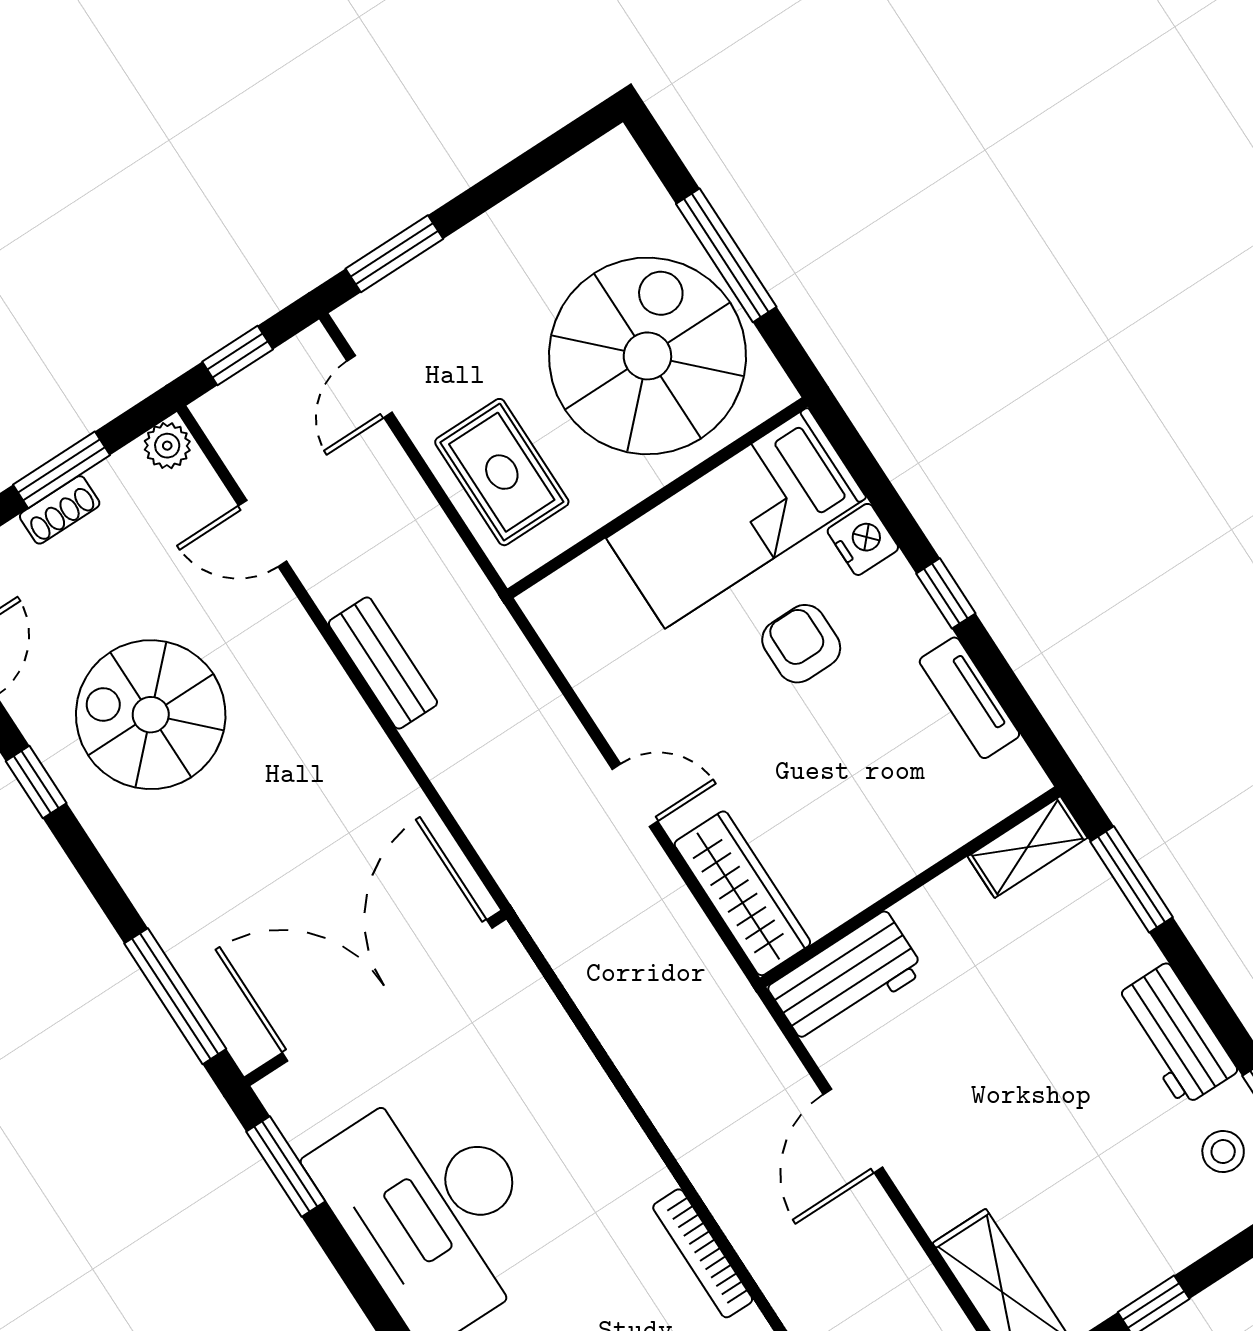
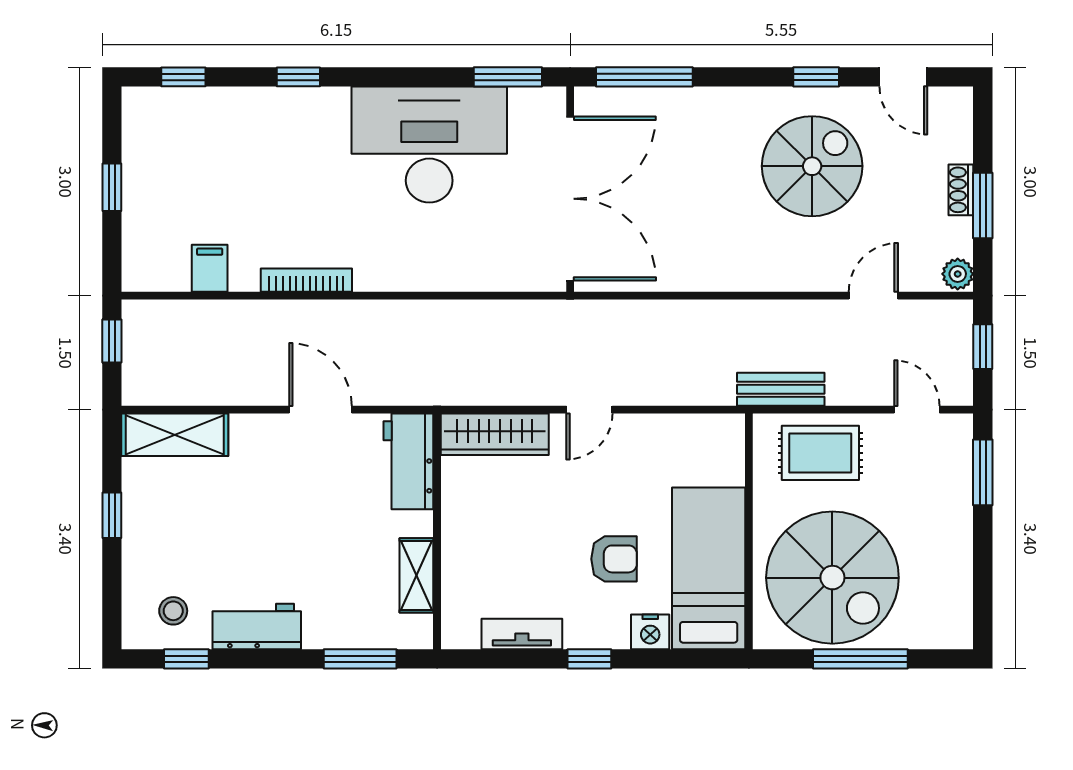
bench: (383, 663) -> (781, 389), moved
shelving: (1027, 847) -> (416, 575), moved

